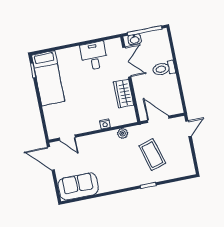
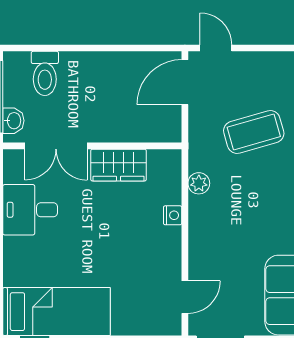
double door: (127, 62) -> (56, 146), swing flipped
toilet: (164, 69) -> (45, 73), moved
door: (158, 119) -> (185, 82), moved

